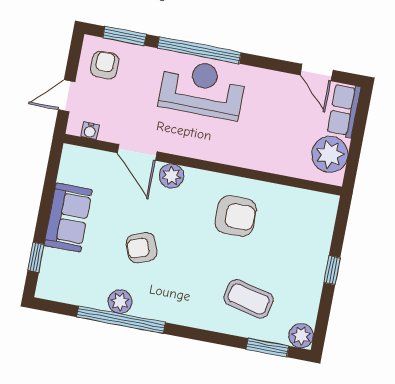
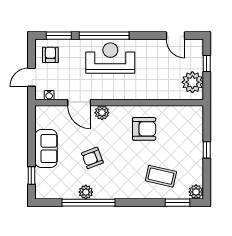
row of seats: (344, 110) -> (196, 55), removed
window: (359, 128) -> (207, 63), added

